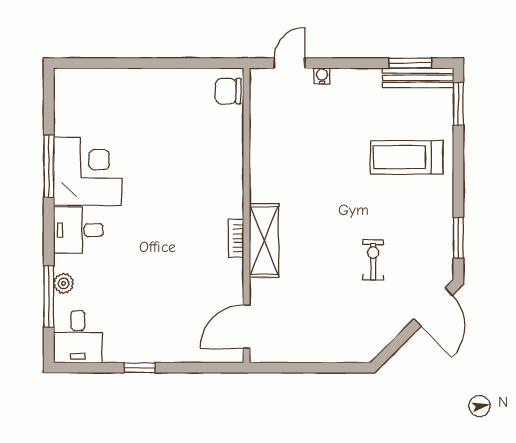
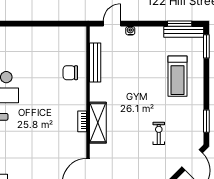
chair: (228, 91) -> (70, 73), moved
bench: (259, 133) -> (95, 62), added
treadmill: (407, 157) -> (177, 76), turned -90

